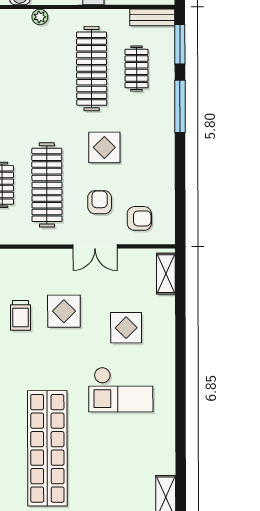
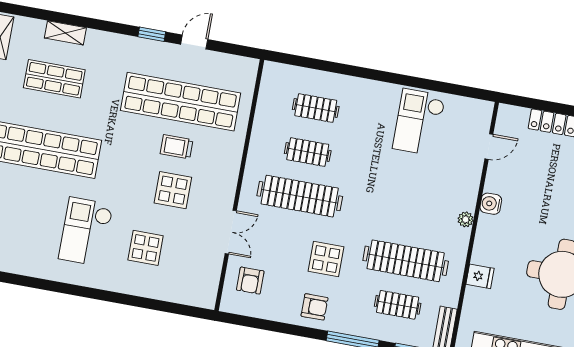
armchair: (100, 202) -> (315, 307), moved
double door: (95, 246) -> (231, 232), swing flipped
shelving: (166, 274) -> (191, 297), removed

